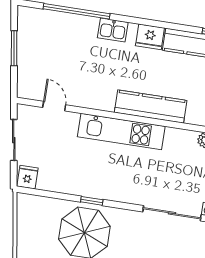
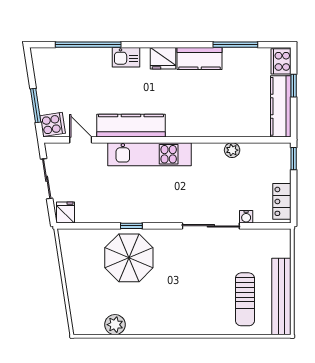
window: (14, 48) -> (36, 106), moved
cooker: (28, 86) -> (53, 124), added
kitchen counter: (151, 106) -> (131, 126), moved

